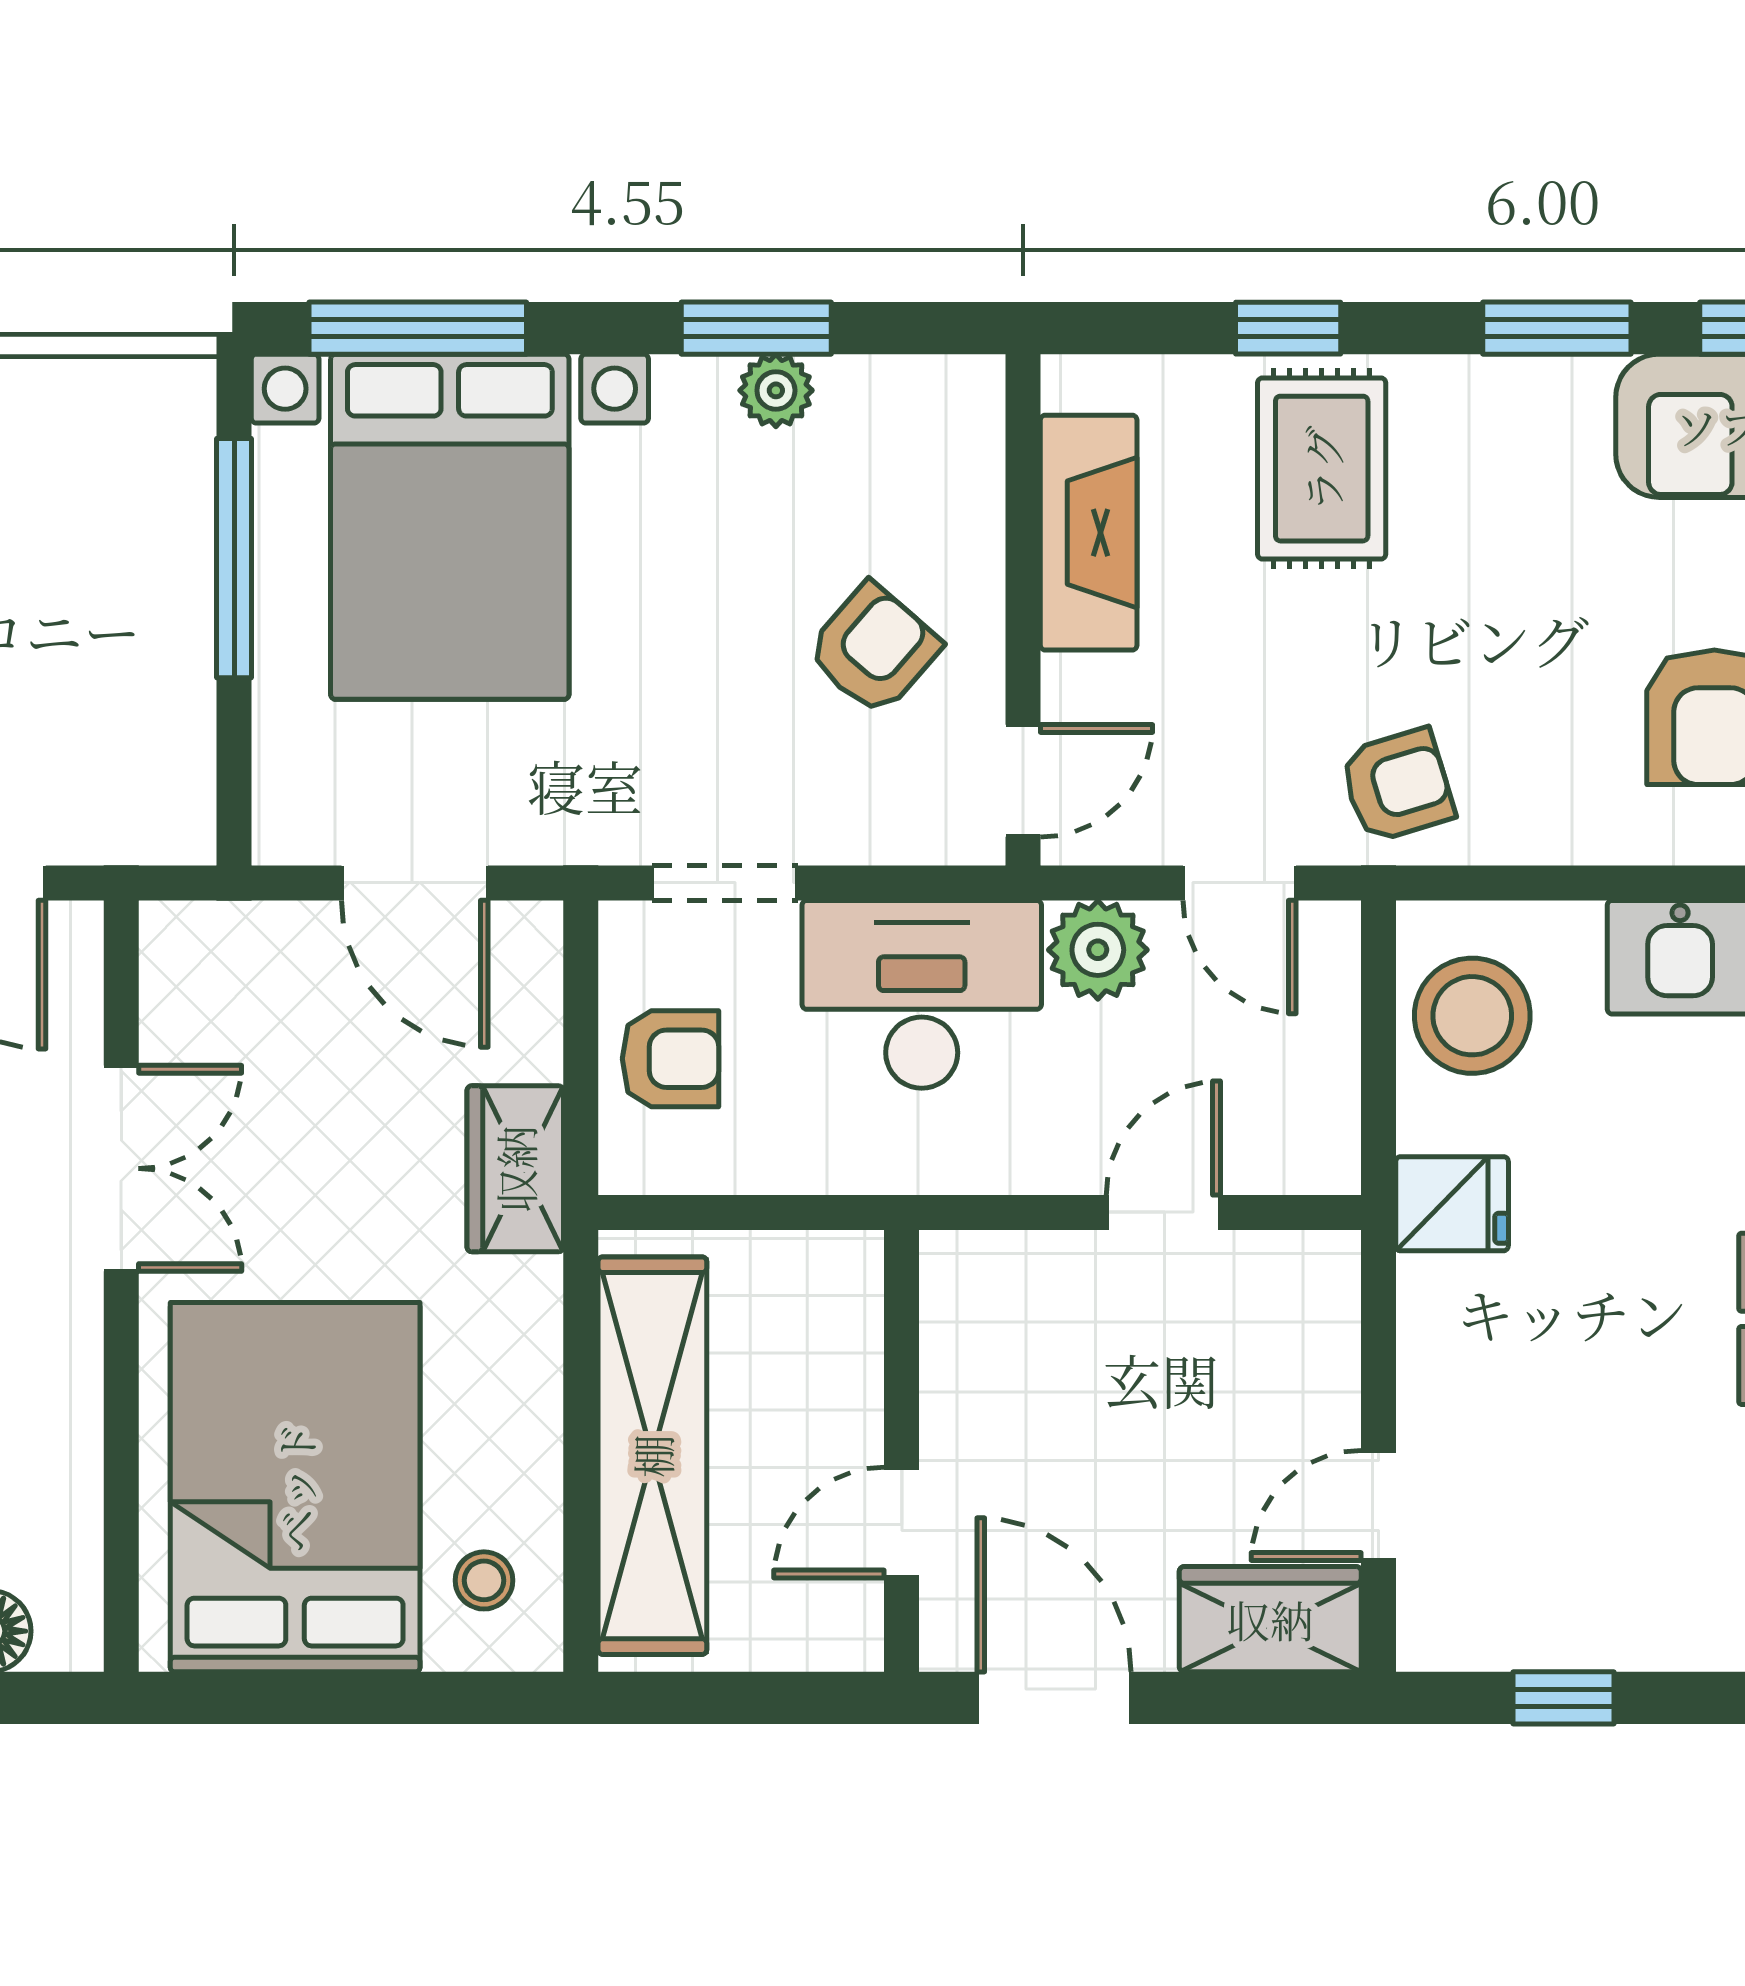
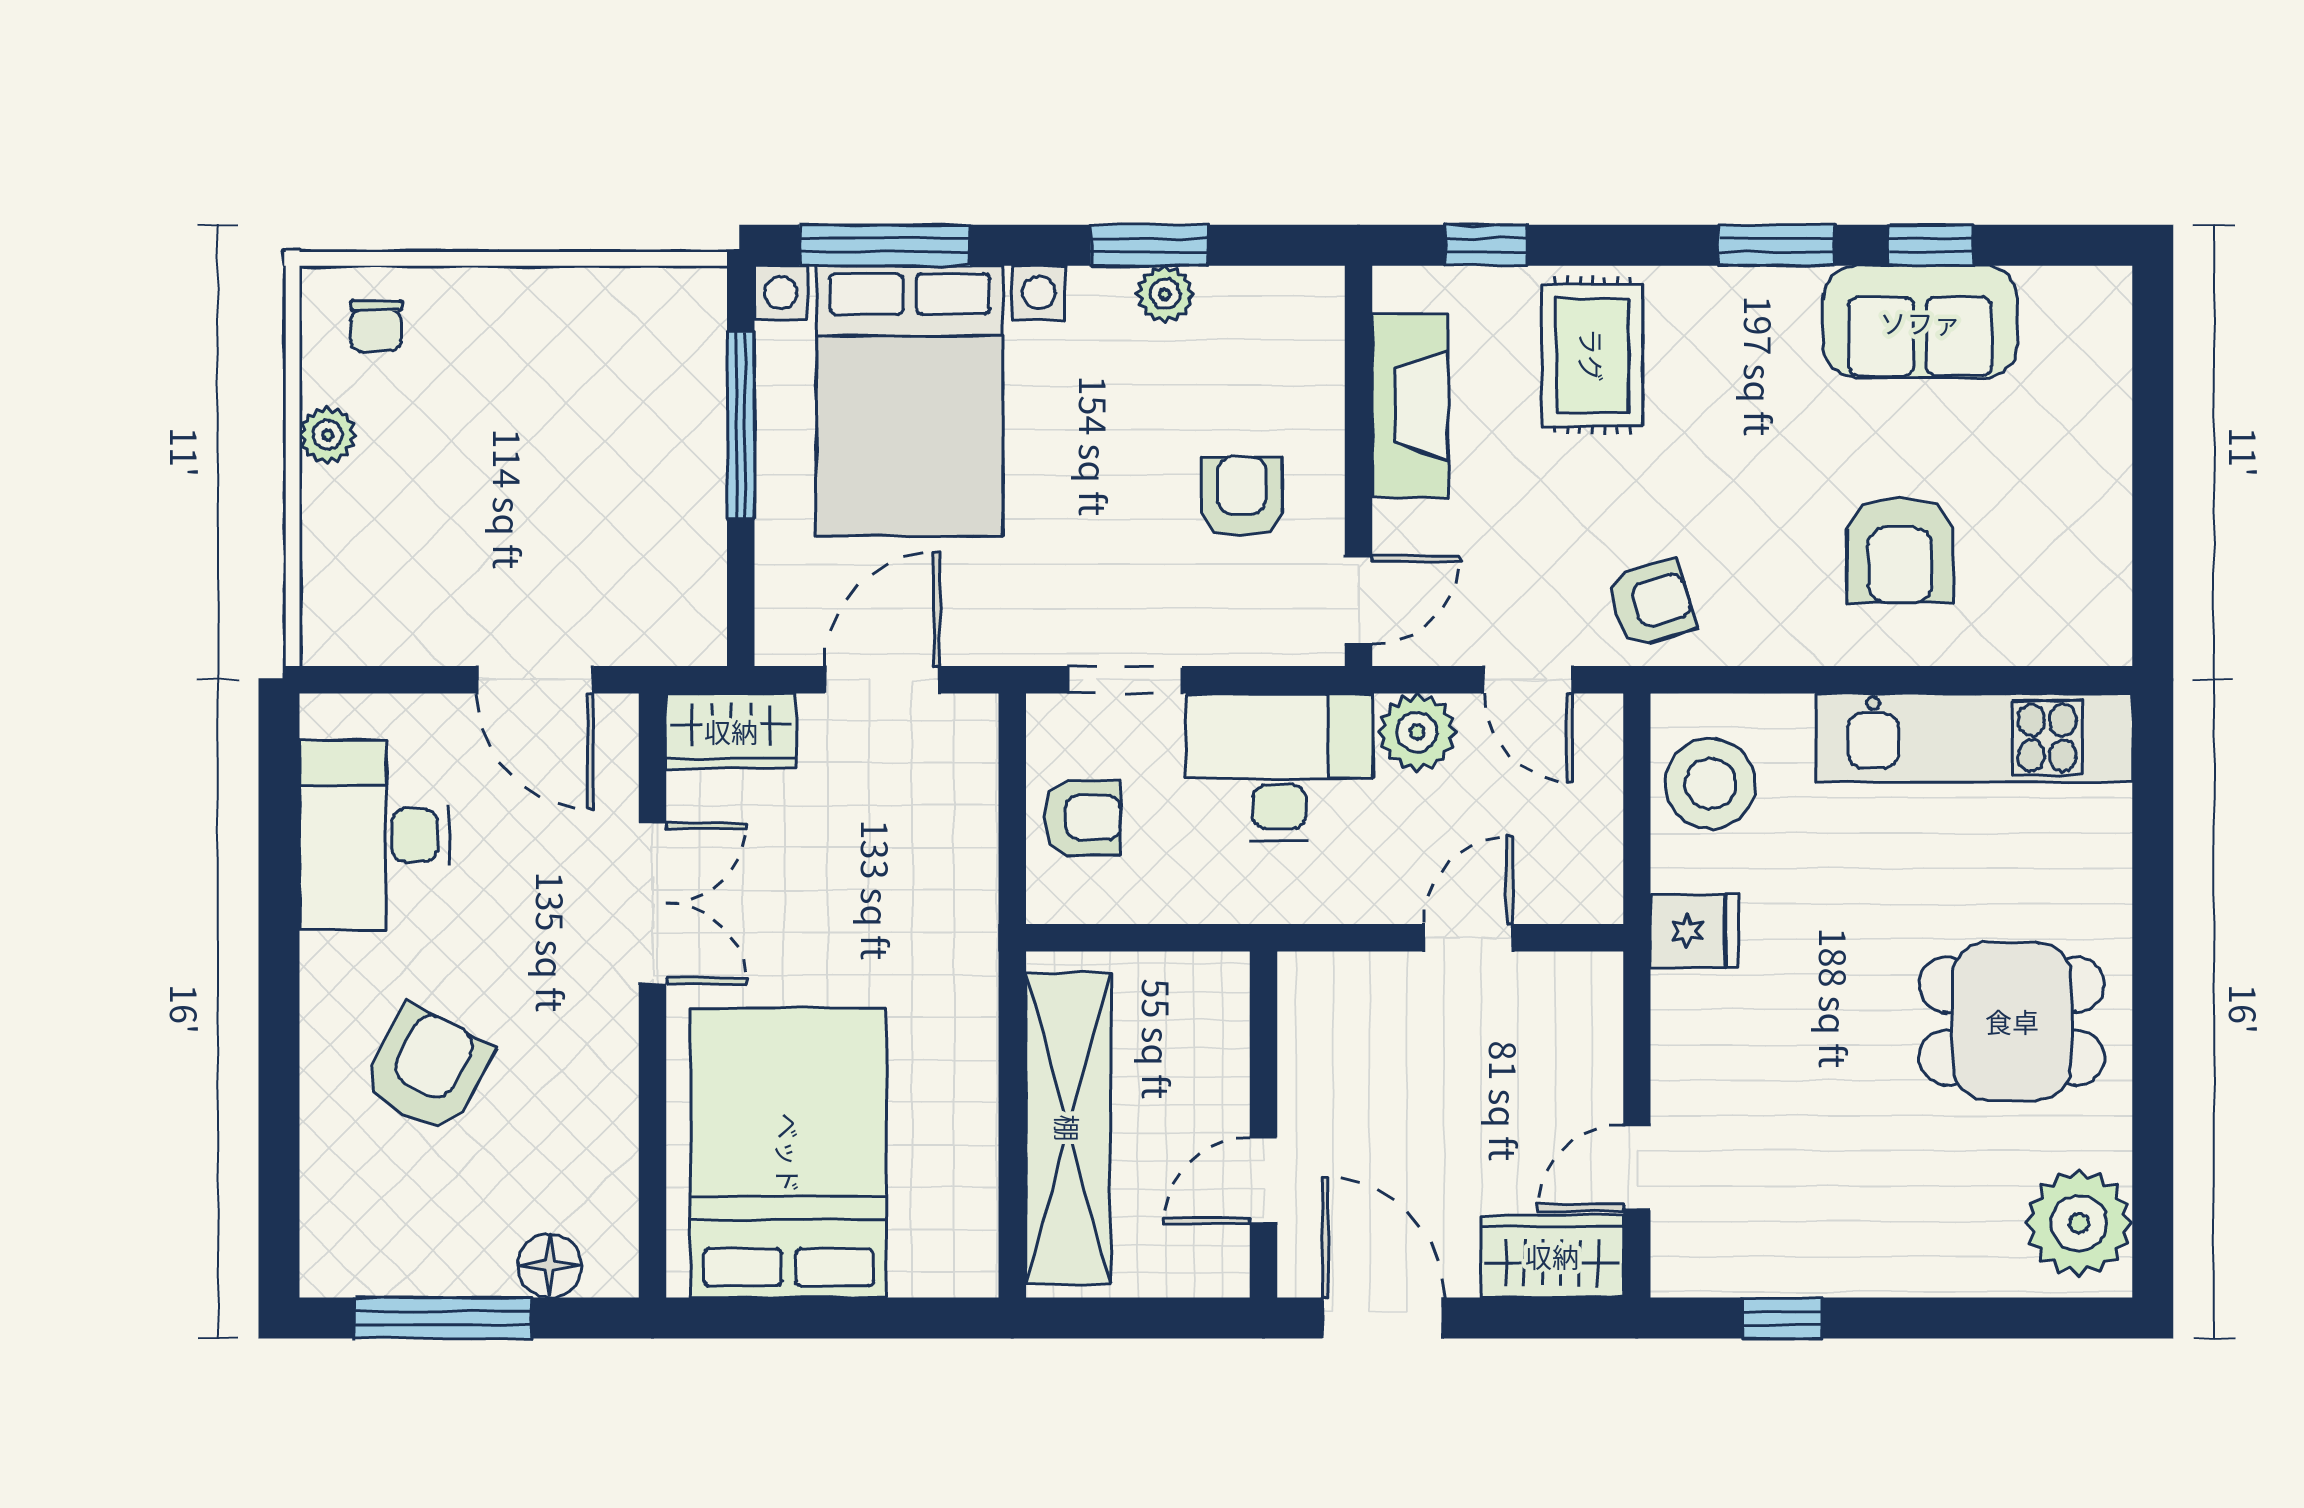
window: (1288, 328) -> (1486, 245), moved
armchair: (874, 649) -> (1242, 497), turned -41
door: (415, 883) -> (882, 680), swing flipped
wardrobe: (515, 1169) -> (731, 731), moved, turned -90
stool: (484, 1580) -> (936, 1226), removed

